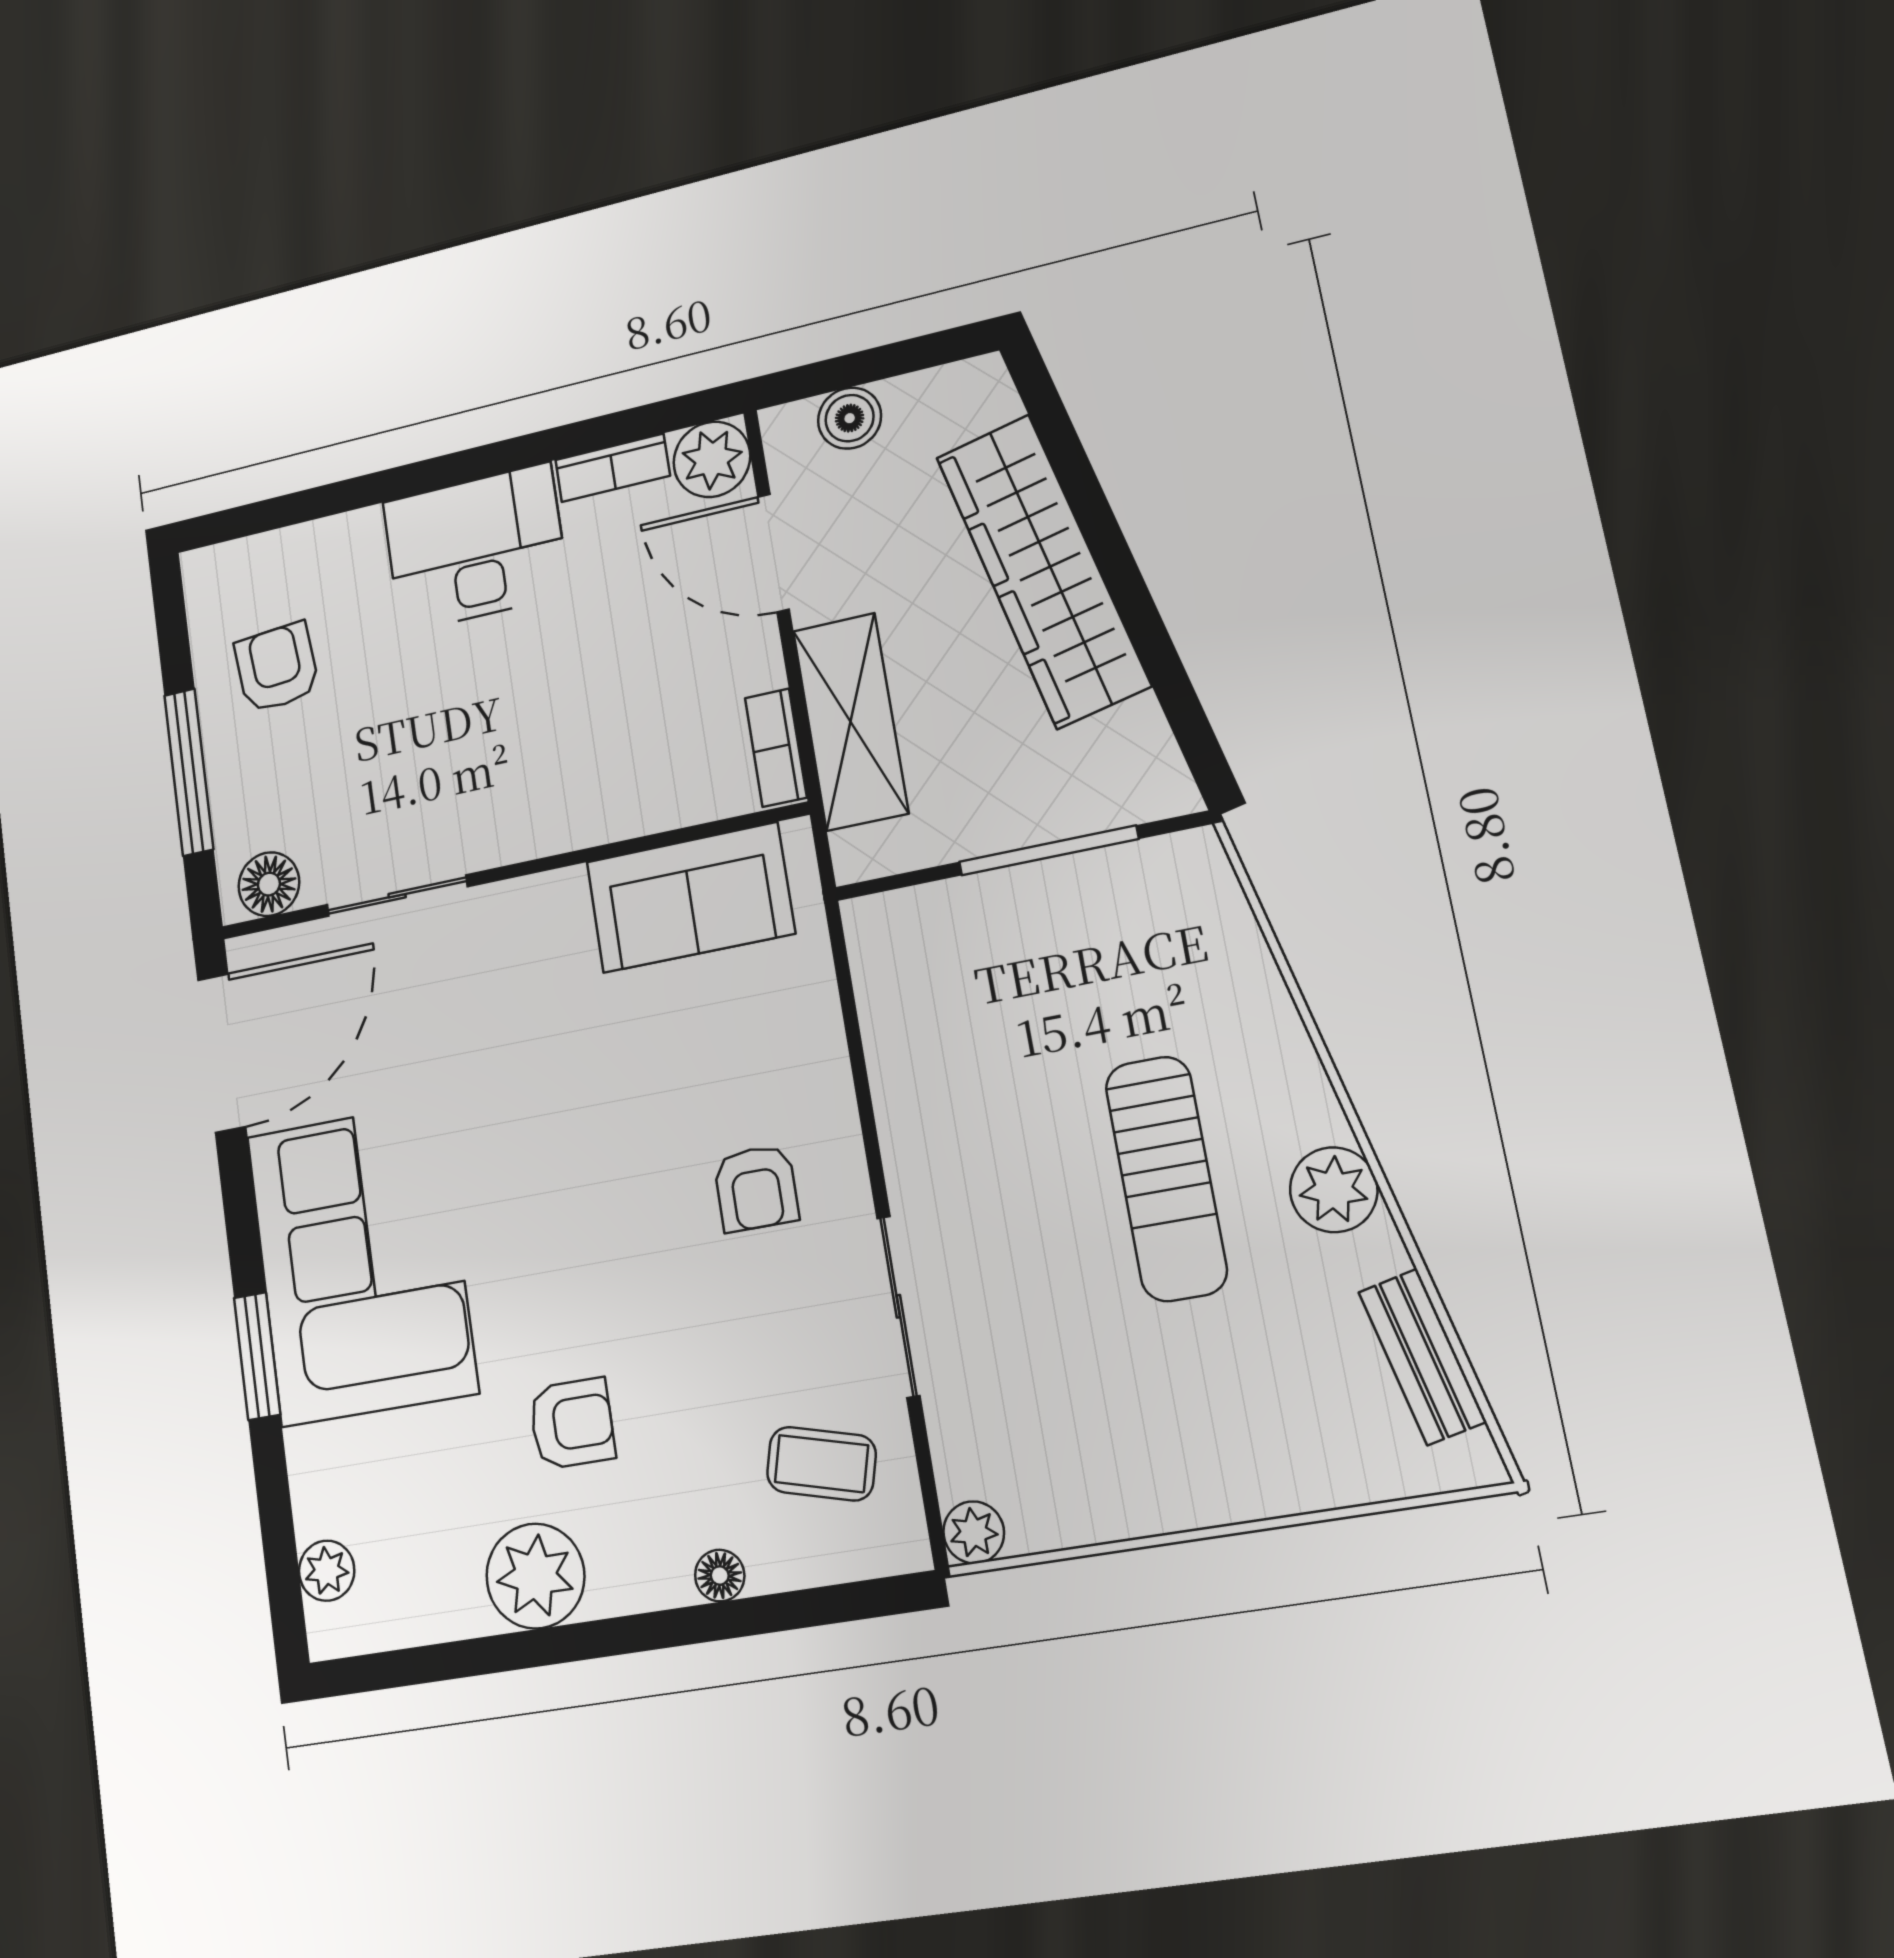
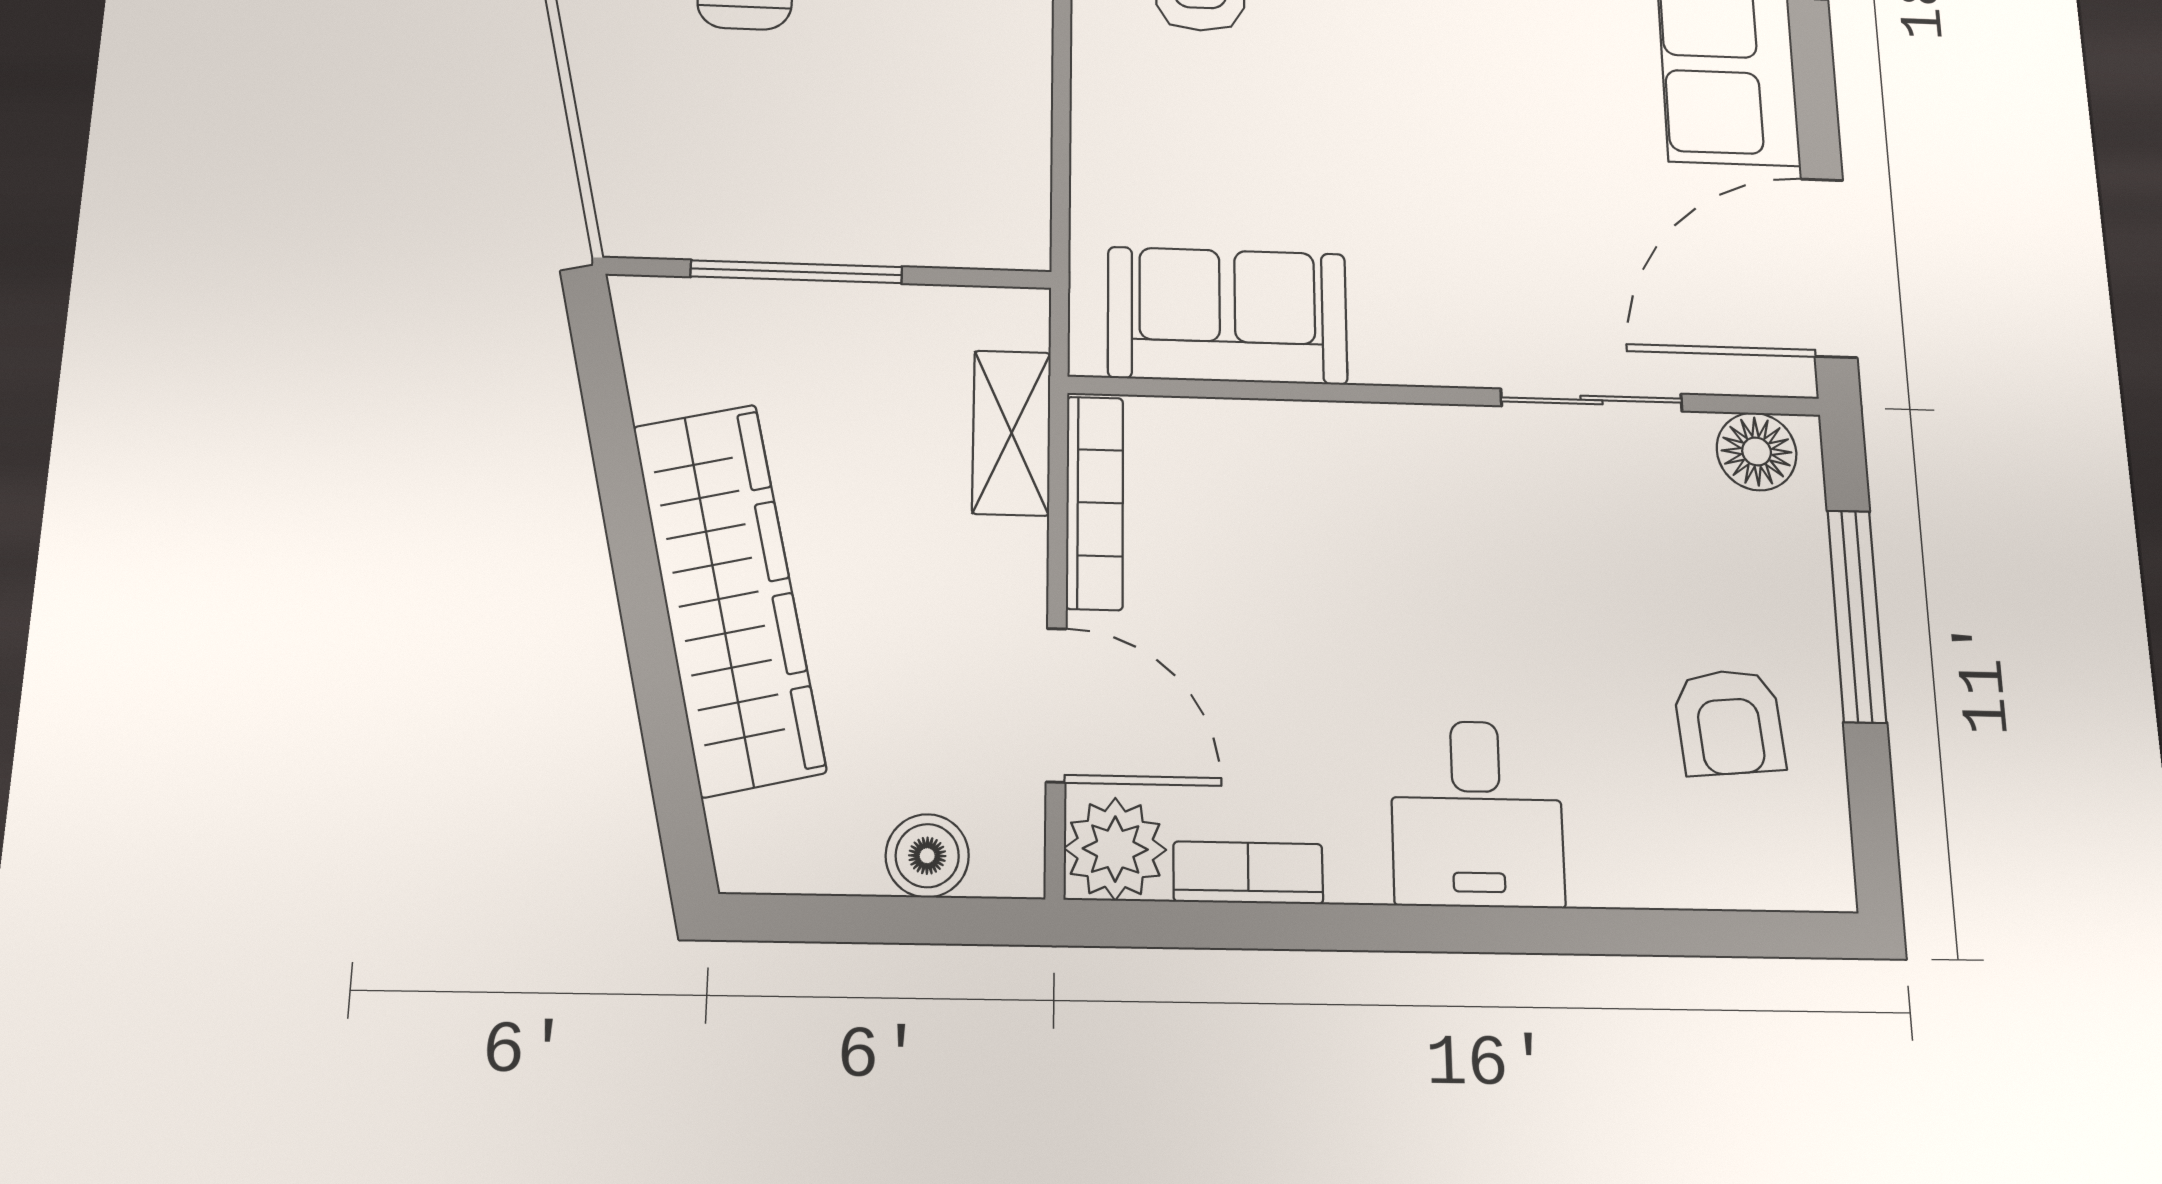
desk: (475, 548) -> (1477, 814), width x0.73
shelving: (851, 722) -> (1012, 433), width x0.67, depth x0.75
bookcase: (776, 748) -> (1095, 503), width x1.56

